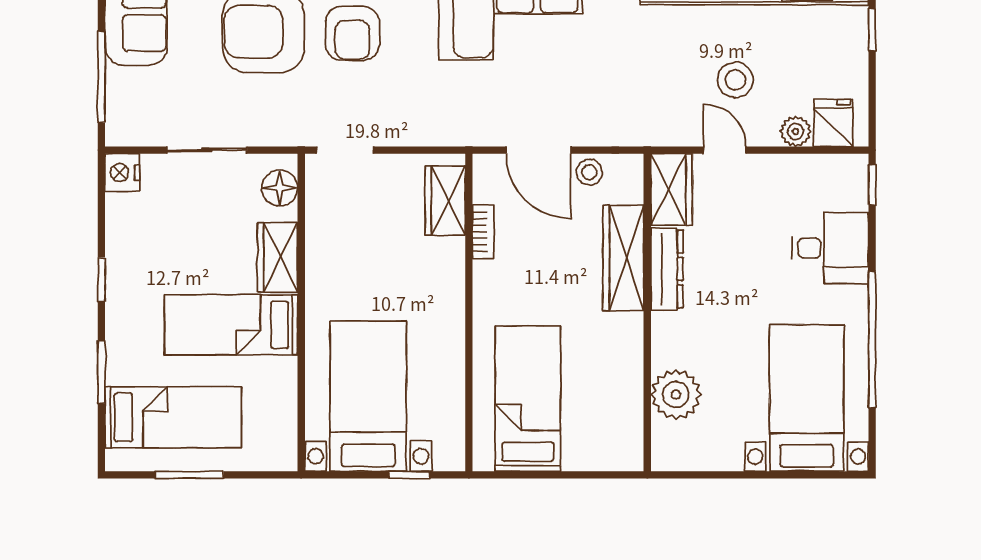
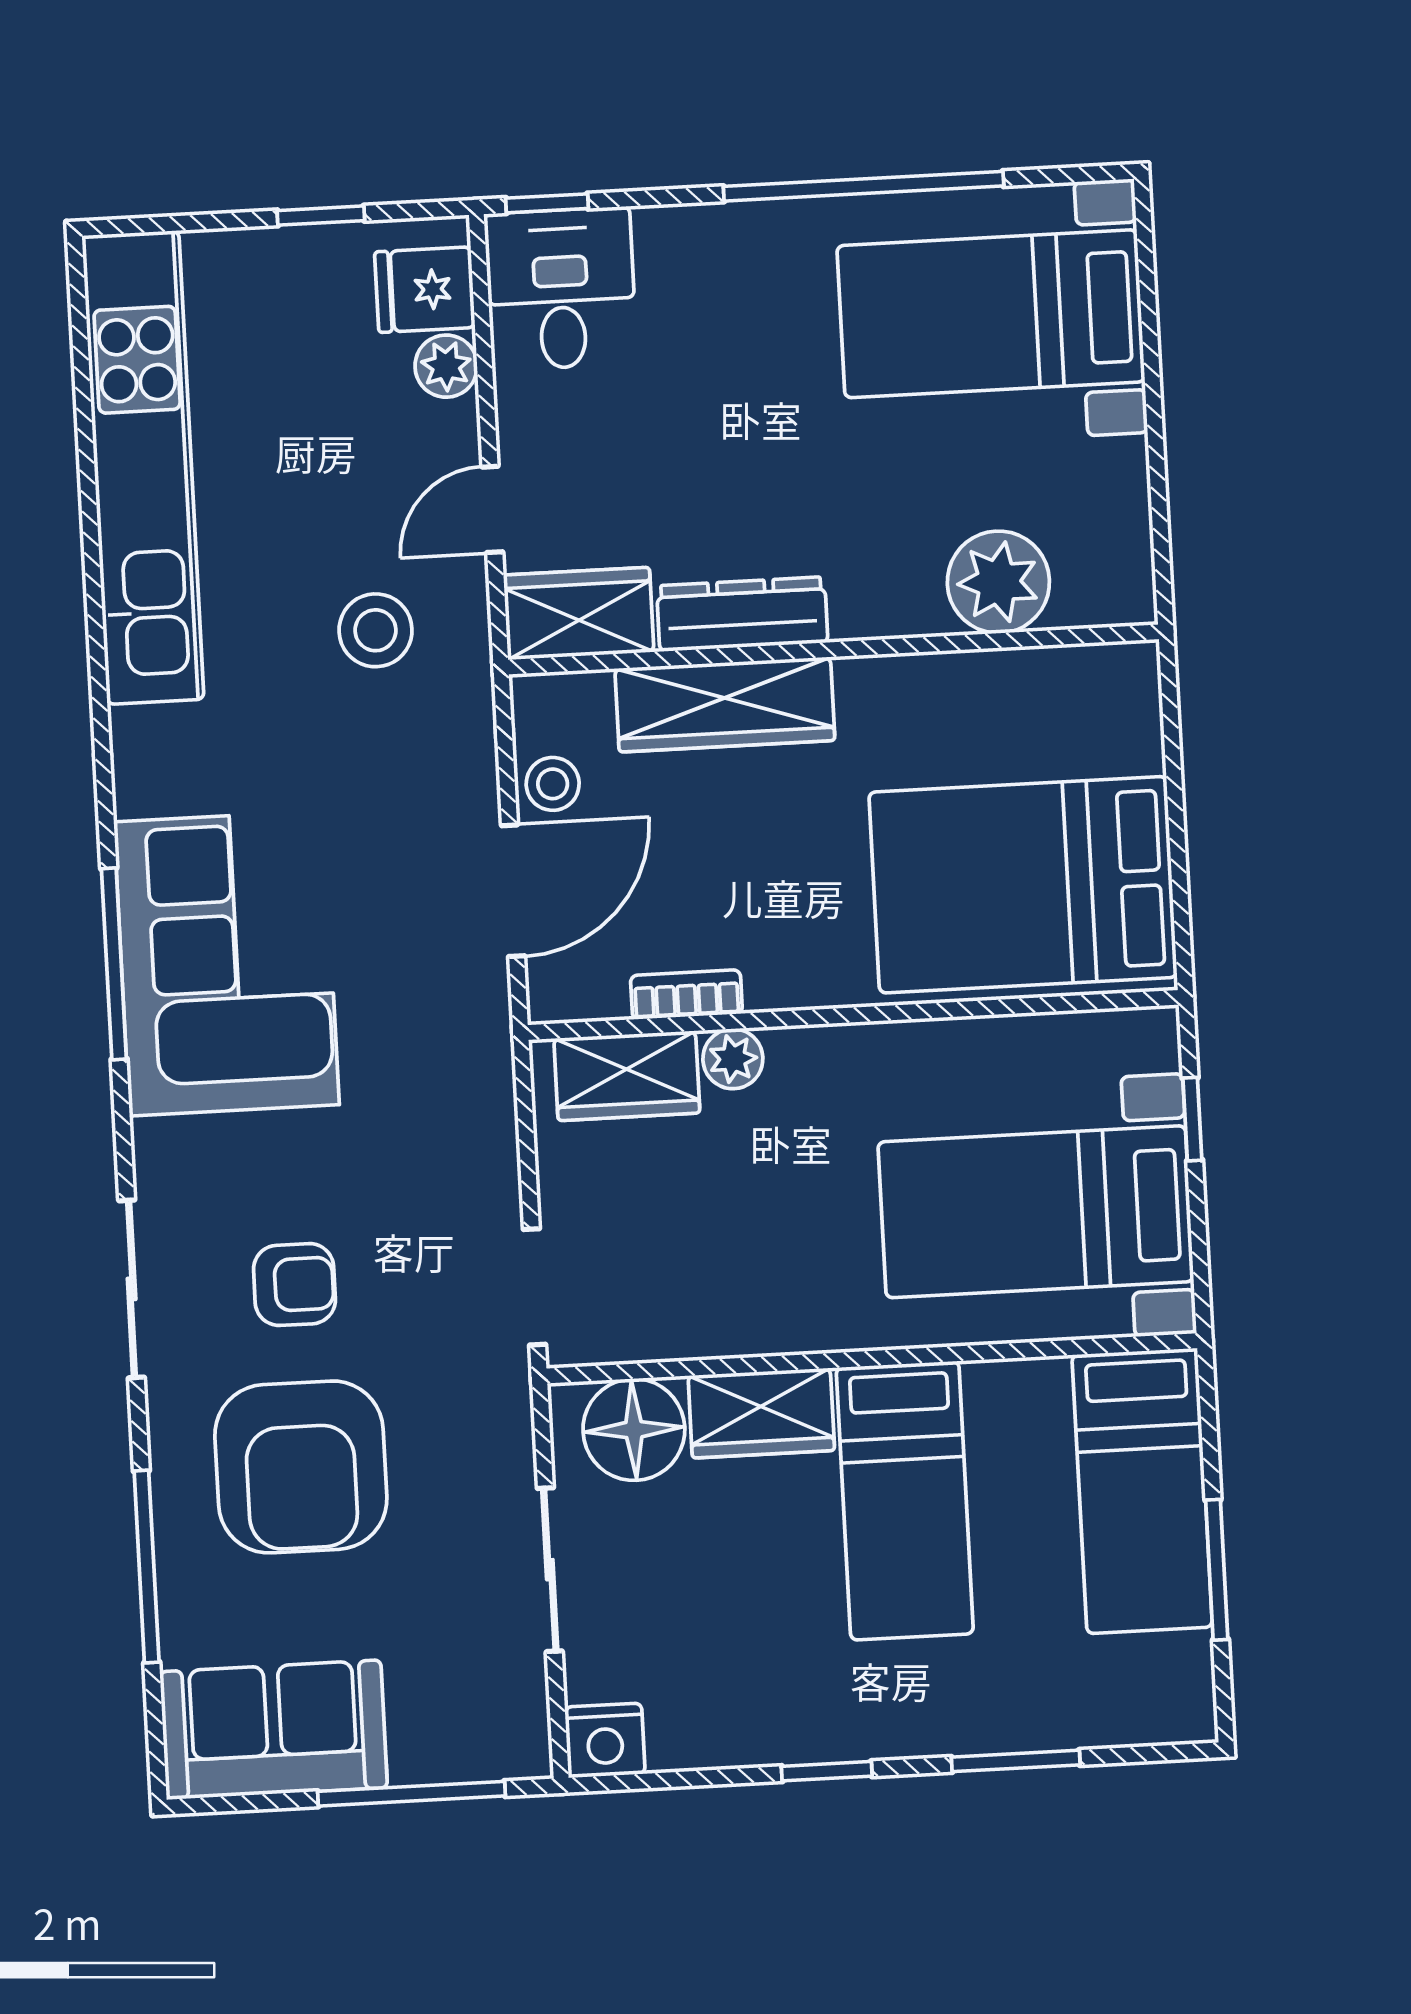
window: (872, 29) -> (321, 216), moved
armchair: (352, 33) -> (294, 1285), width x0.72, depth x0.72
stool: (735, 80) -> (376, 630), moved
floor lamp: (280, 188) -> (634, 1430), width x1.38, depth x1.38
desk: (830, 248) -> (561, 289), moved
plant: (451, 253) -> (733, 1059), added
bed: (528, 399) -> (1023, 885), width x1.50
bed: (173, 417) -> (1142, 1491), moved, turned 180

